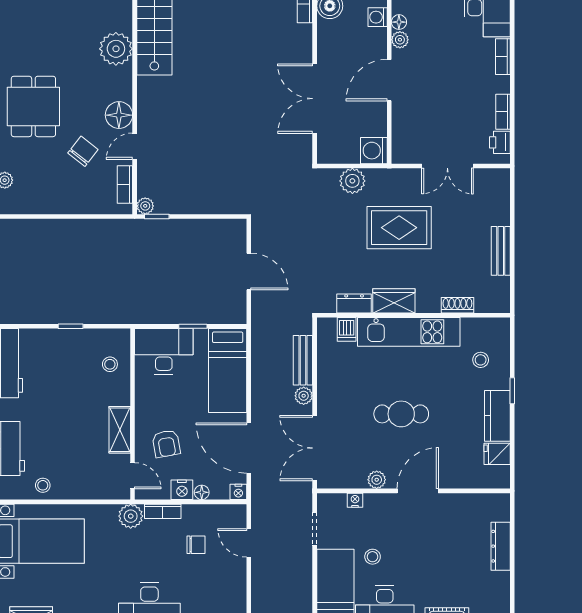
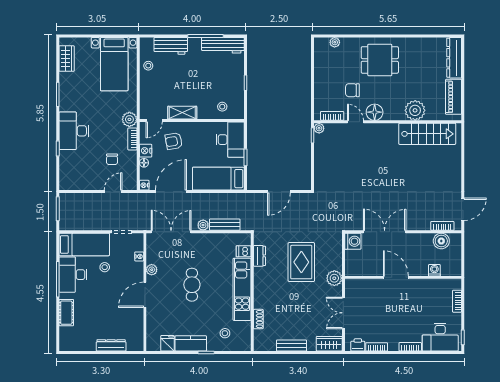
floor lamp: (399, 22) -> (431, 283), removed
plant: (400, 40) -> (421, 284), removed
chair: (83, 151) -> (352, 90), turned 142
washing machine: (374, 151) -> (353, 241), moved, turned 90
plant: (352, 181) -> (334, 278), moved
rug: (399, 228) -> (301, 262), moved
wardrobe: (394, 301) -> (329, 344), moved, turned -90
door: (418, 491) -> (145, 295), swing flipped

